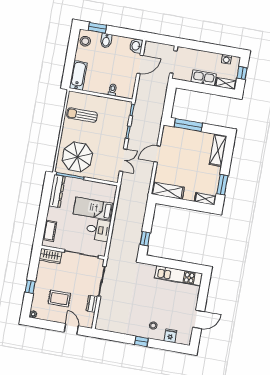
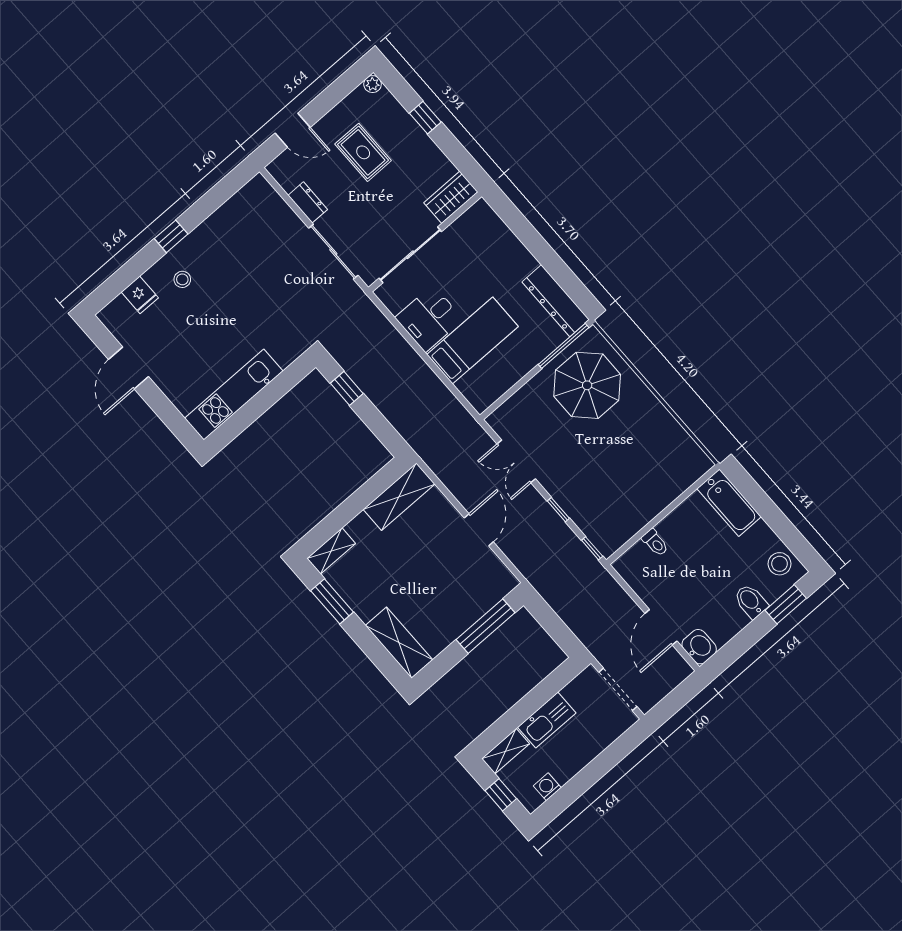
sun lounger: (82, 115) -> (654, 453), removed
cot: (50, 231) -> (496, 232), removed
rug: (59, 299) -> (363, 152), turned 90

